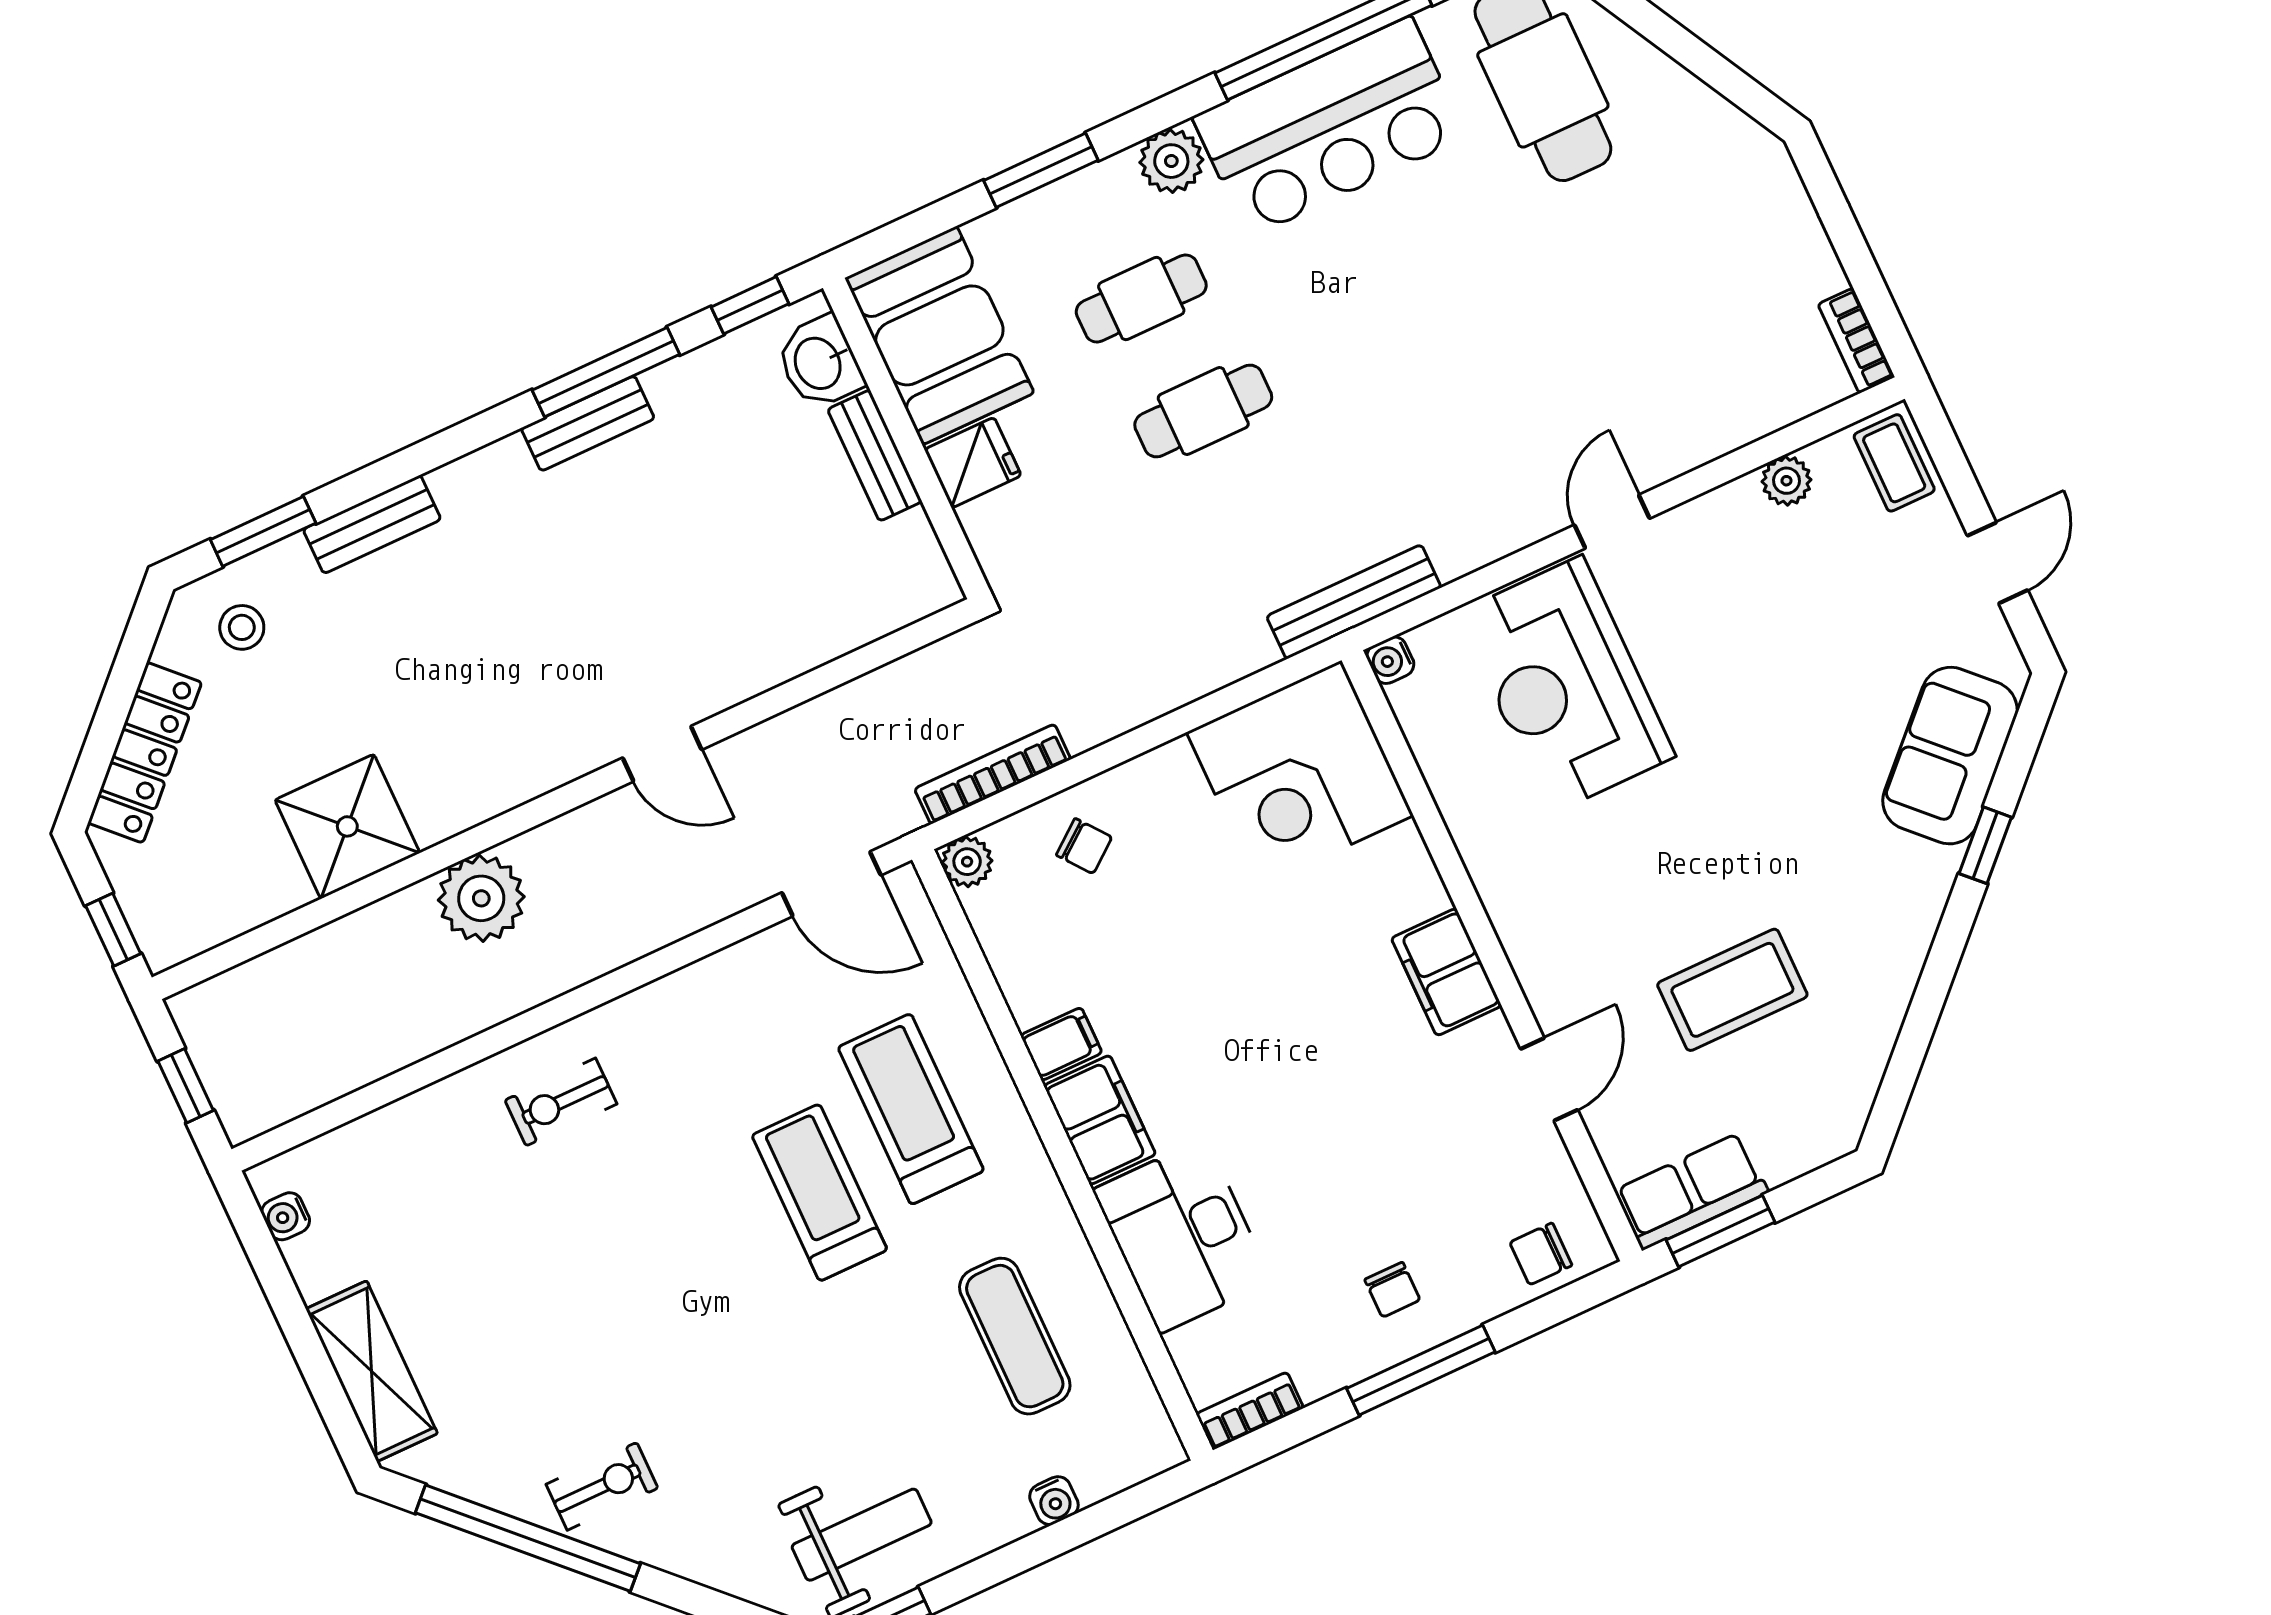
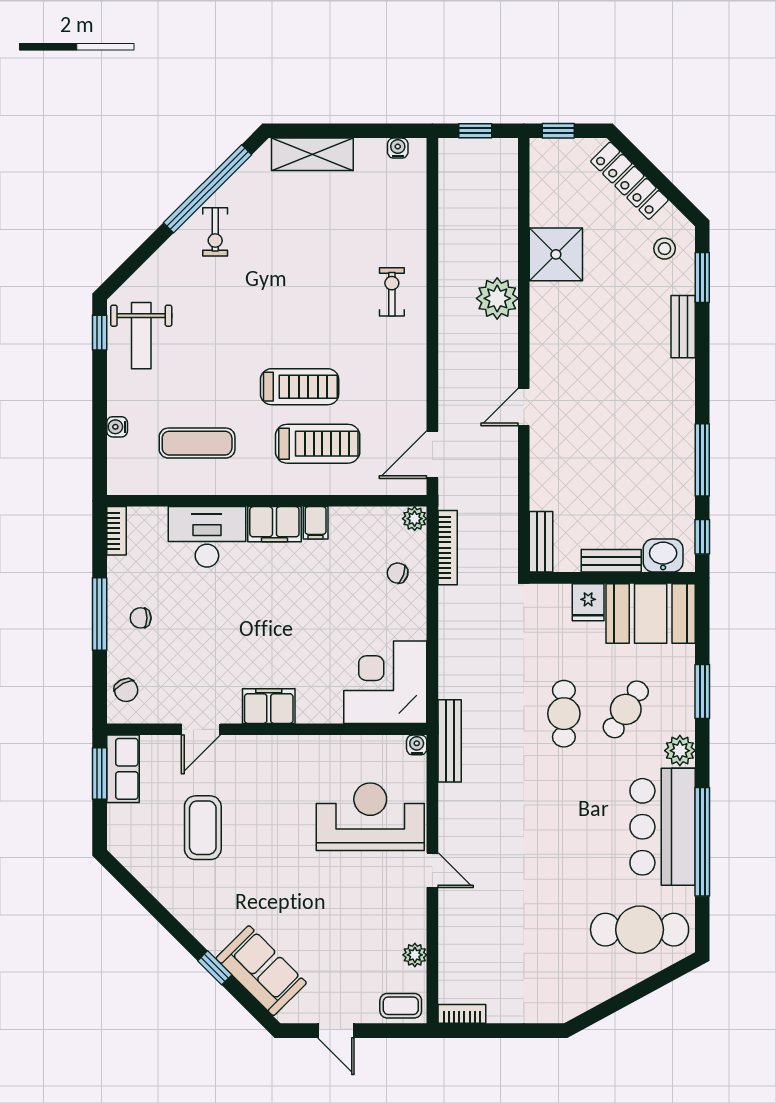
cafe table: (1141, 299) -> (626, 709), turned 33
bench: (588, 423) -> (541, 542), moved
chair: (1084, 846) -> (398, 573), turned 58
door: (1549, 1079) -> (201, 729), hinge flipped
chair: (1541, 1254) -> (126, 690), turned 152

